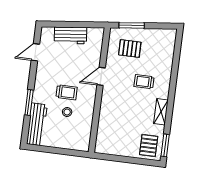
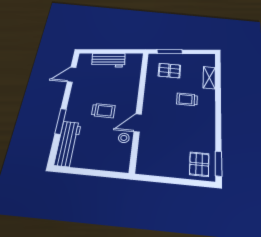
door: (101, 76) -> (138, 123), moved
stool: (67, 112) -> (124, 138), moved
shelving: (161, 112) -> (209, 78), moved

